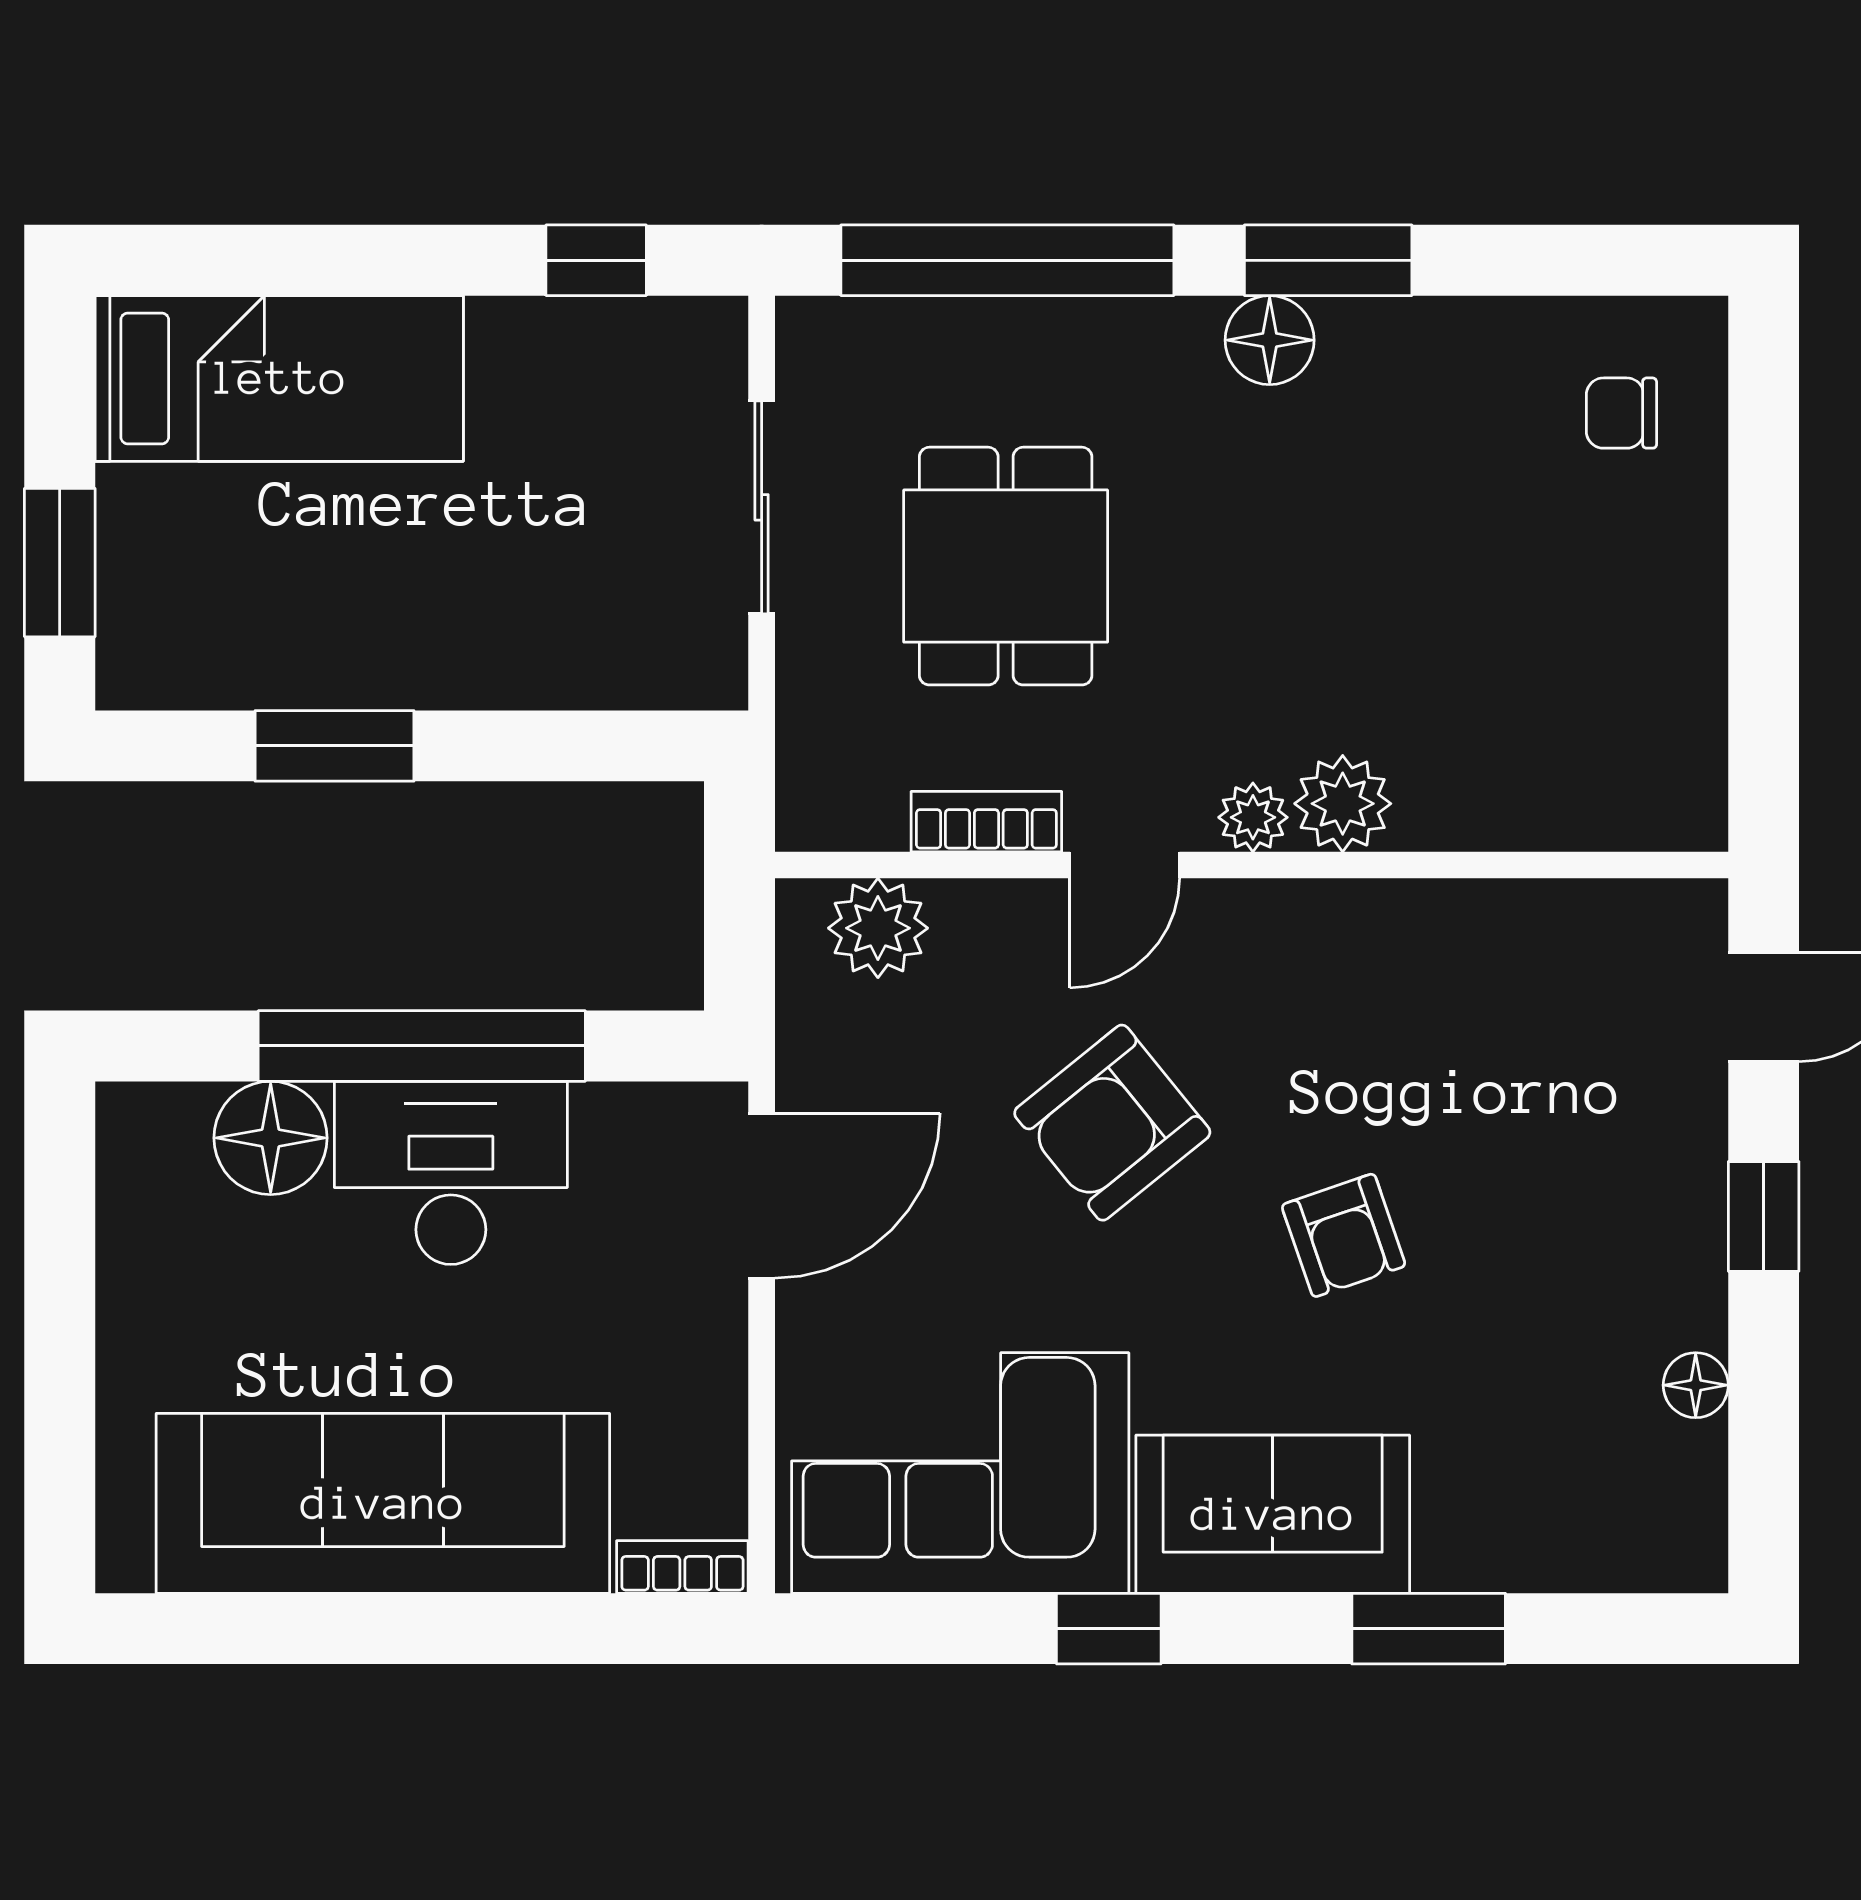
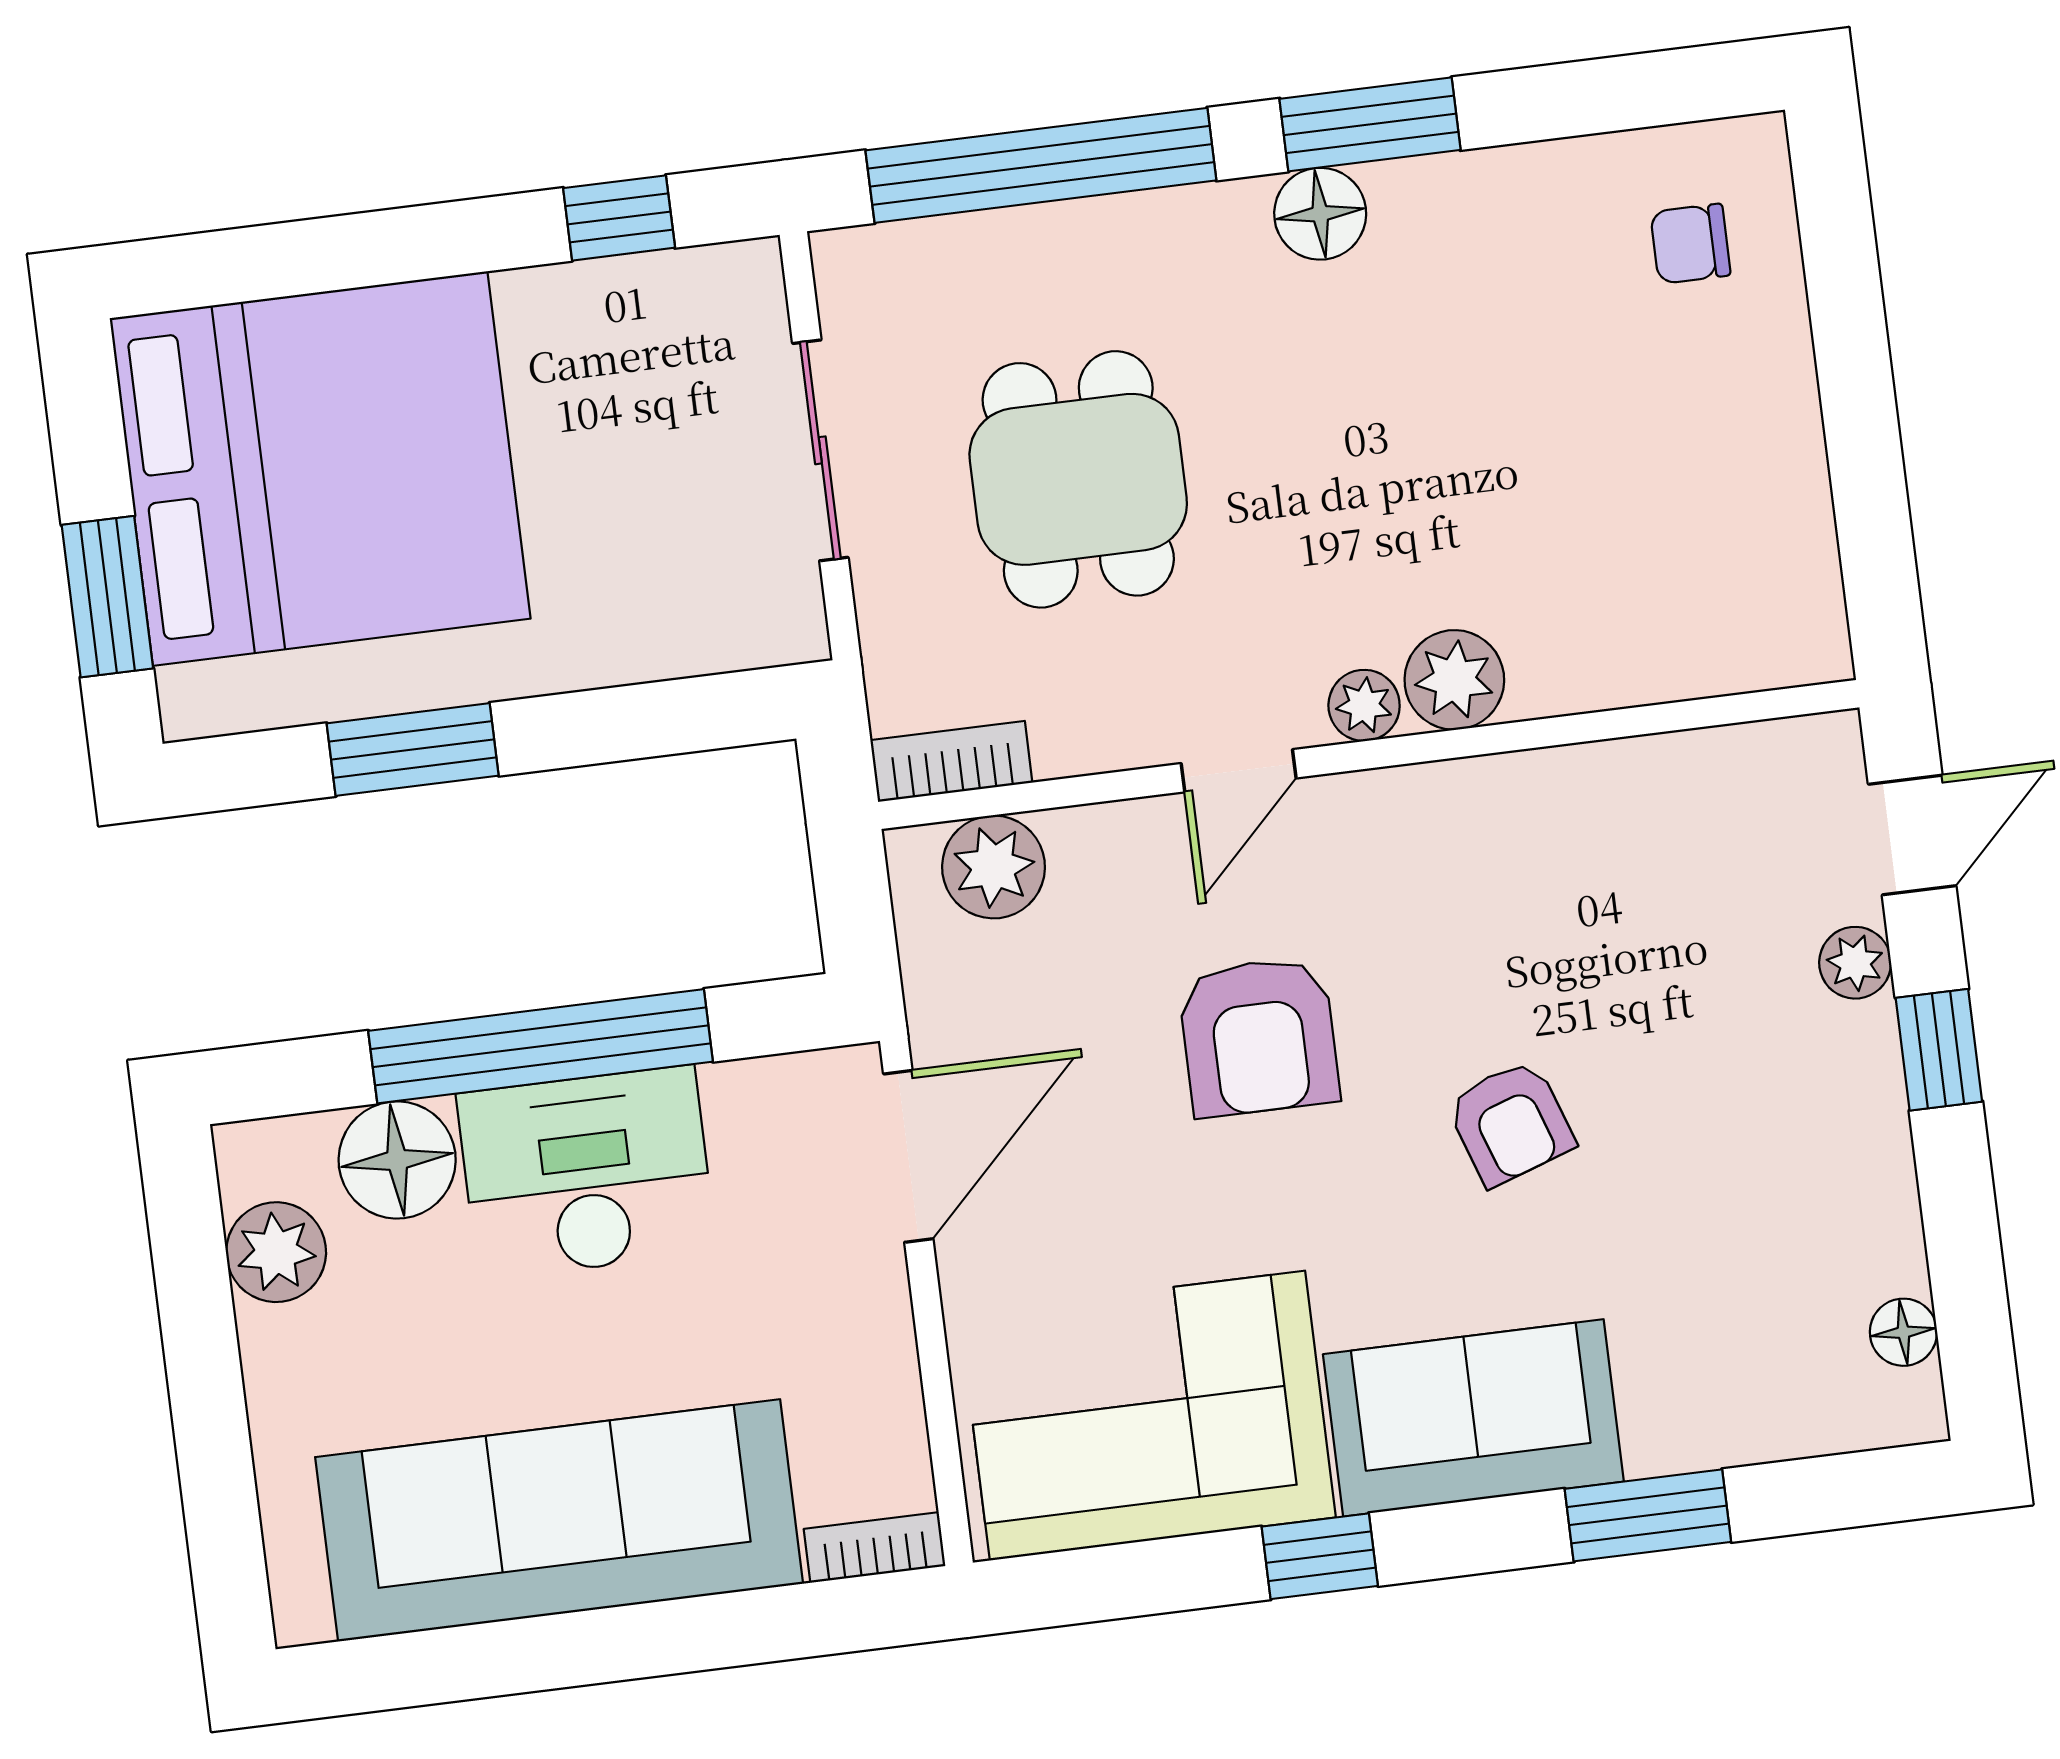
bed: (279, 378) -> (320, 468), width x2.04
bookcase: (986, 822) -> (951, 761), moved
armchair: (1112, 1123) -> (1259, 1037), turned -51
plant: (1694, 1123) -> (1855, 963), added
plant: (143, 1212) -> (276, 1252), added
floor lamp: (1696, 1385) -> (1903, 1332), moved

